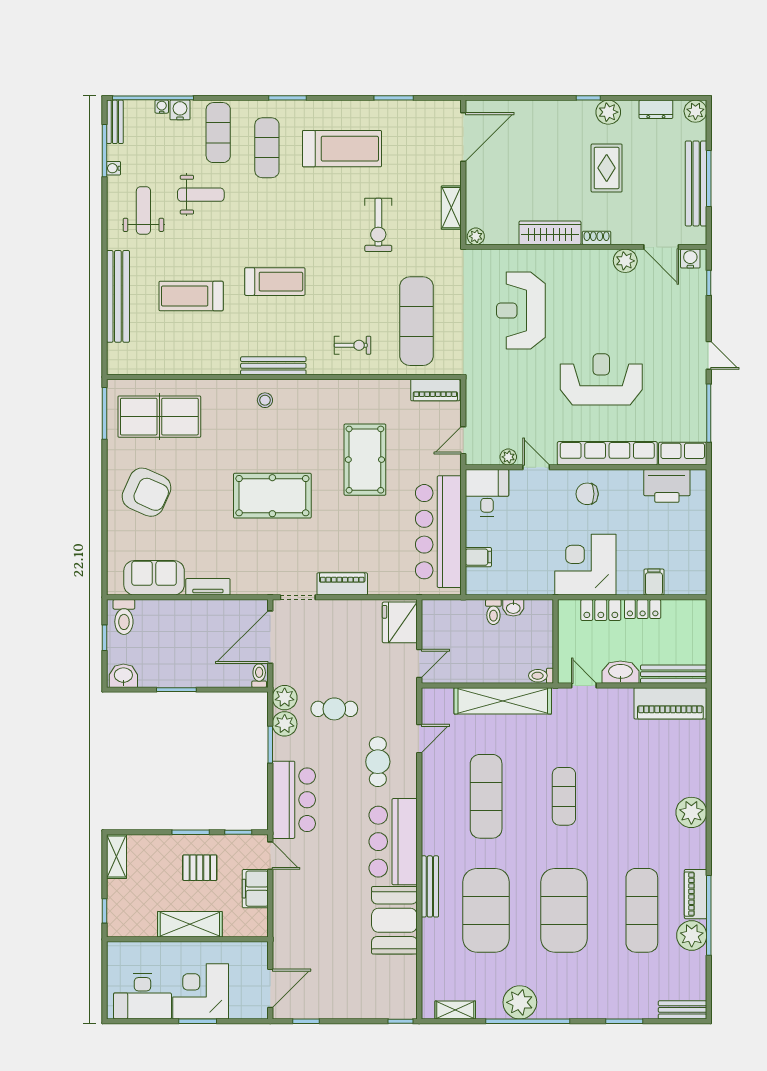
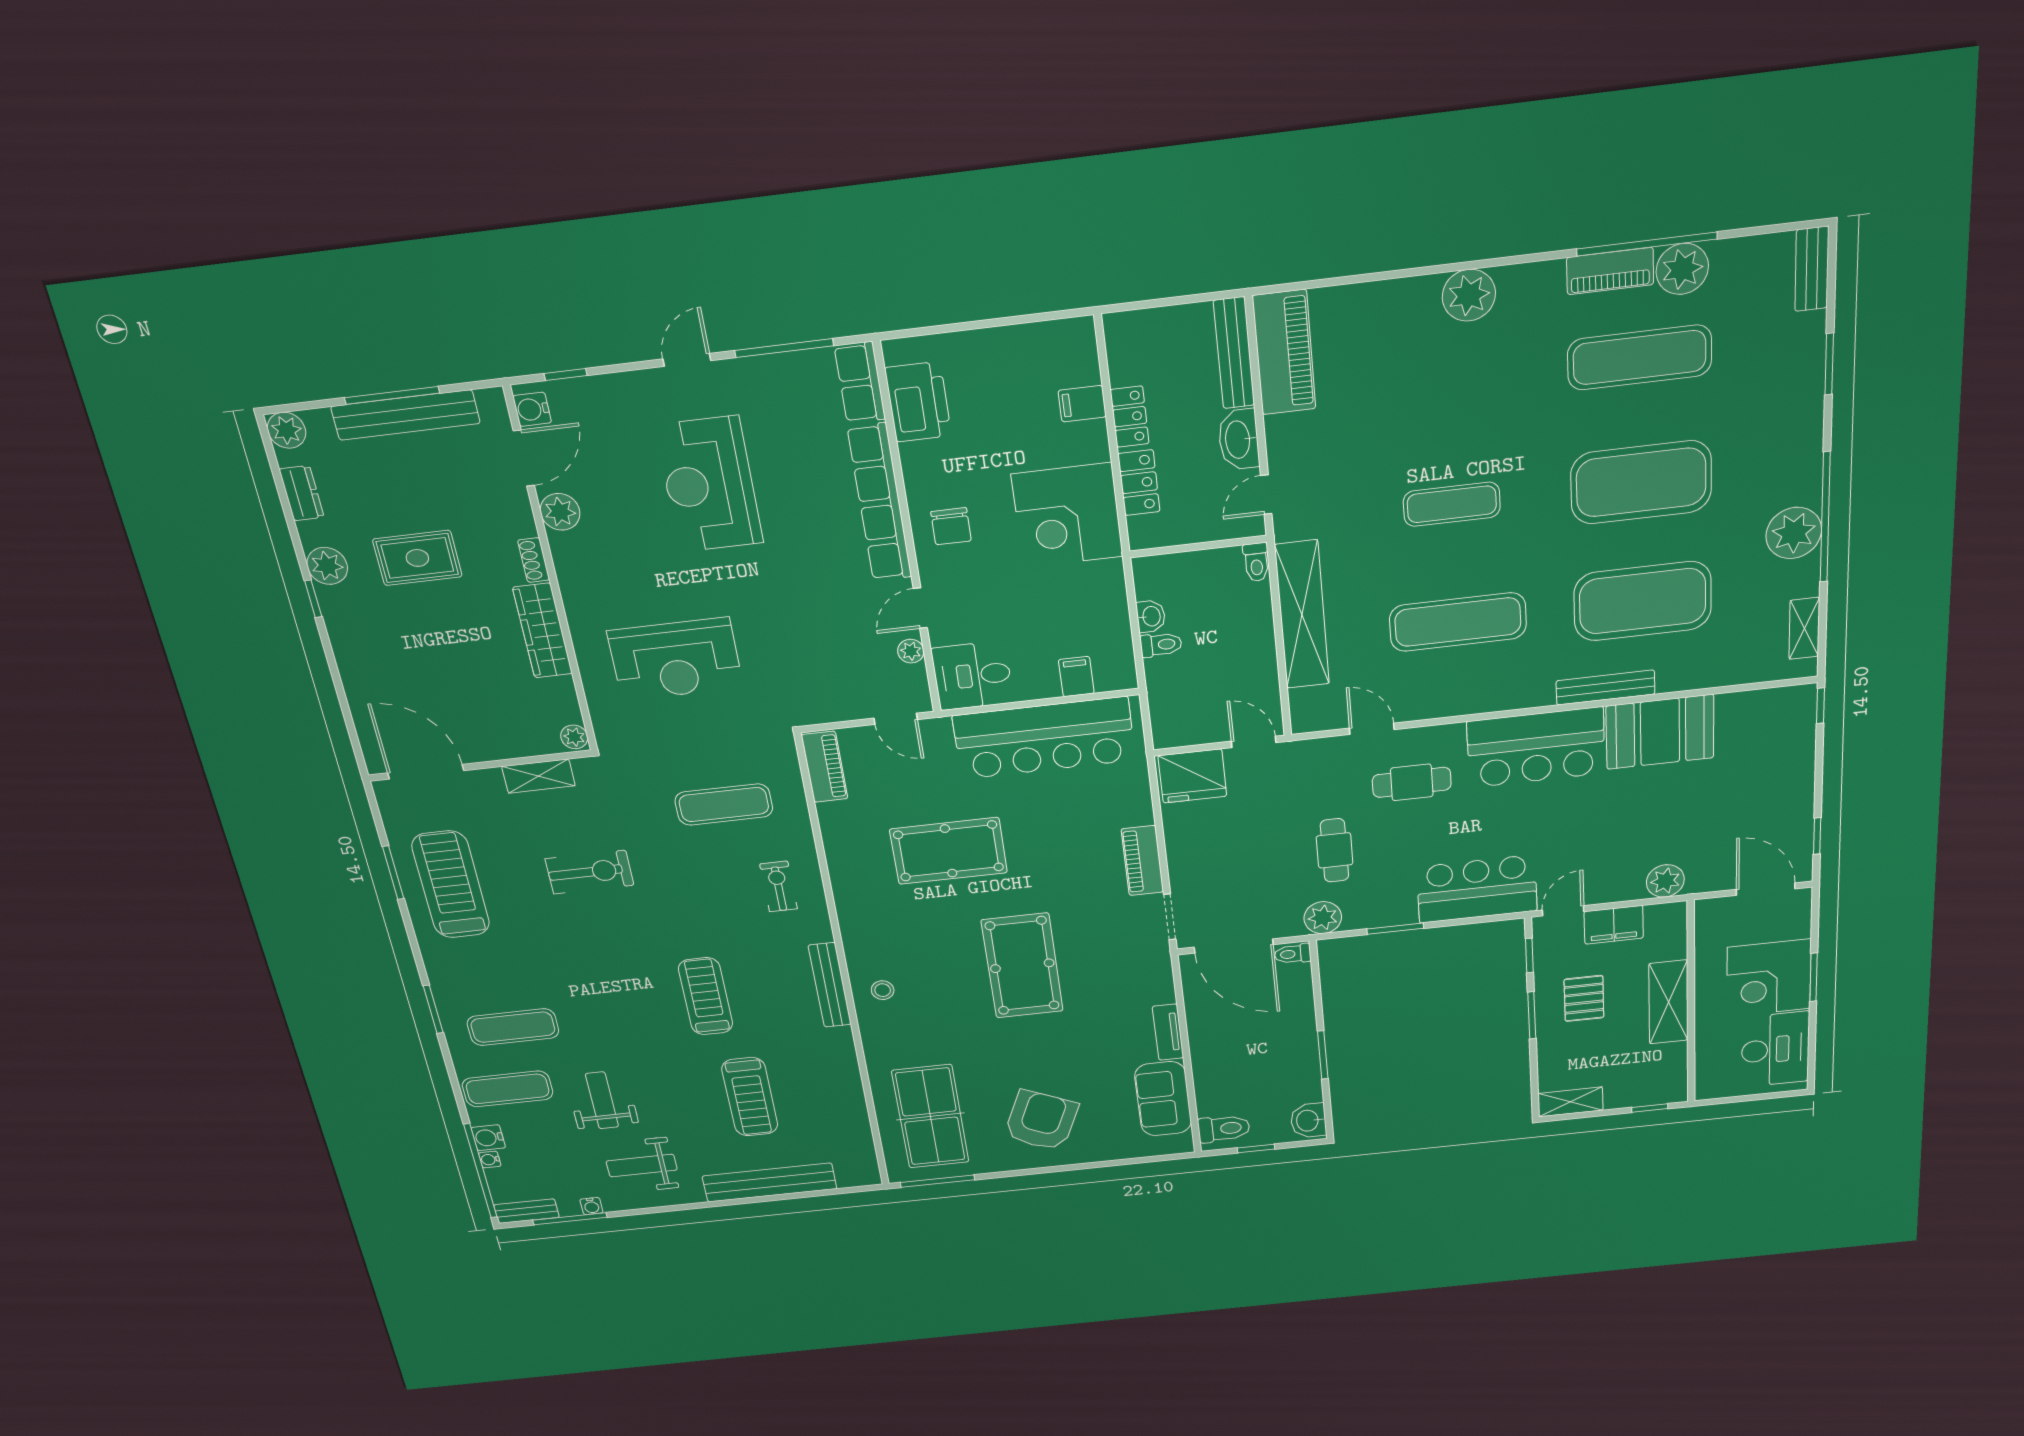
treadmill: (342, 149) -> (451, 885), moved
exercise mat: (417, 321) -> (724, 805), width x0.73, depth x0.69
reception desk: (601, 379) -> (709, 484), moved
plant: (285, 724) -> (1665, 881), moved

